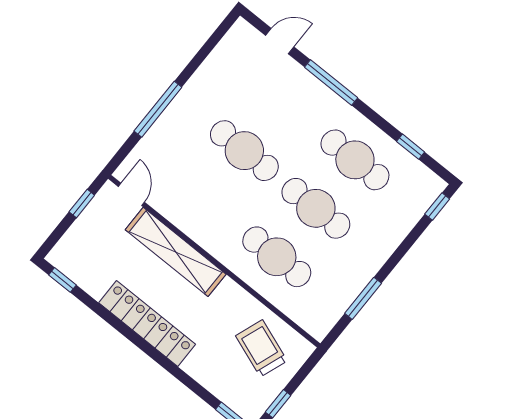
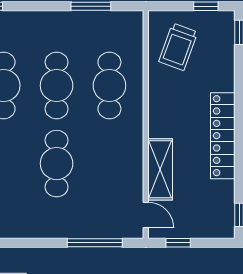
window: (158, 109) -> (95, 243), moved
door: (131, 194) -> (146, 215), swing flipped
shelving: (176, 252) -> (160, 169), width x0.68

